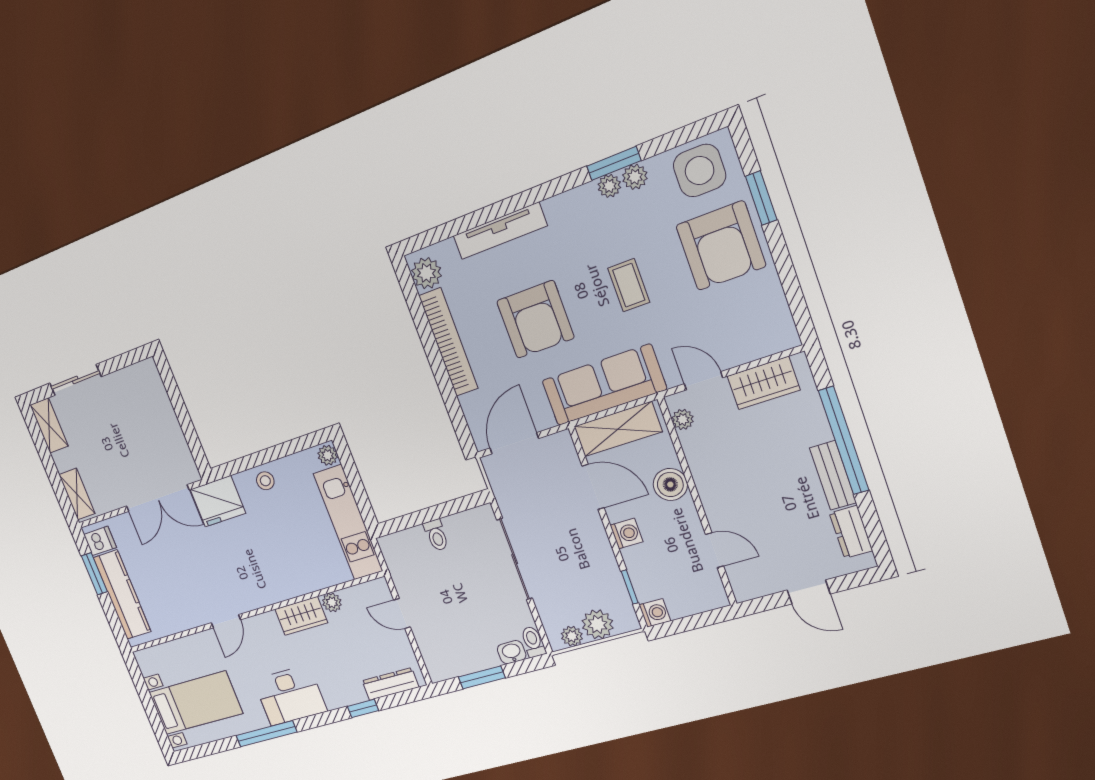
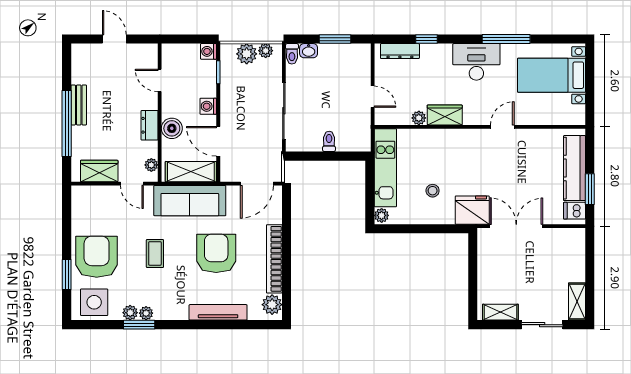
stool: (265, 481) -> (433, 191), moved
shelving: (77, 494) -> (500, 312), moved, turned 90
dresser: (851, 532) -> (150, 125), moved, turned 180

